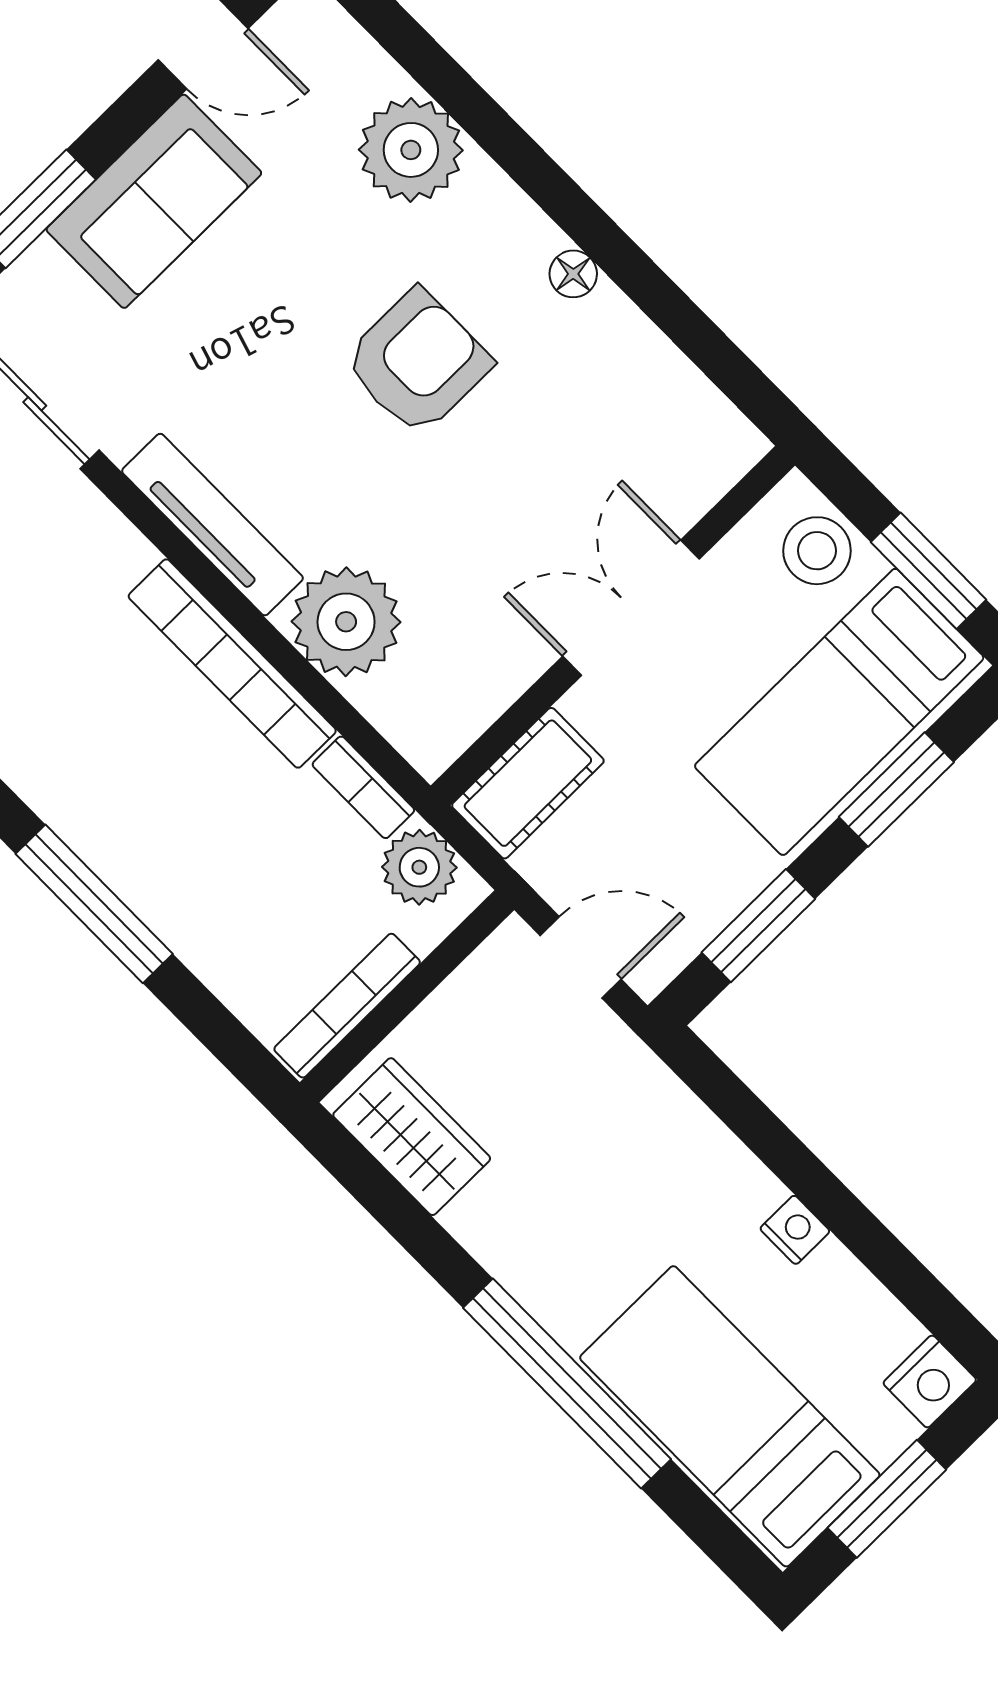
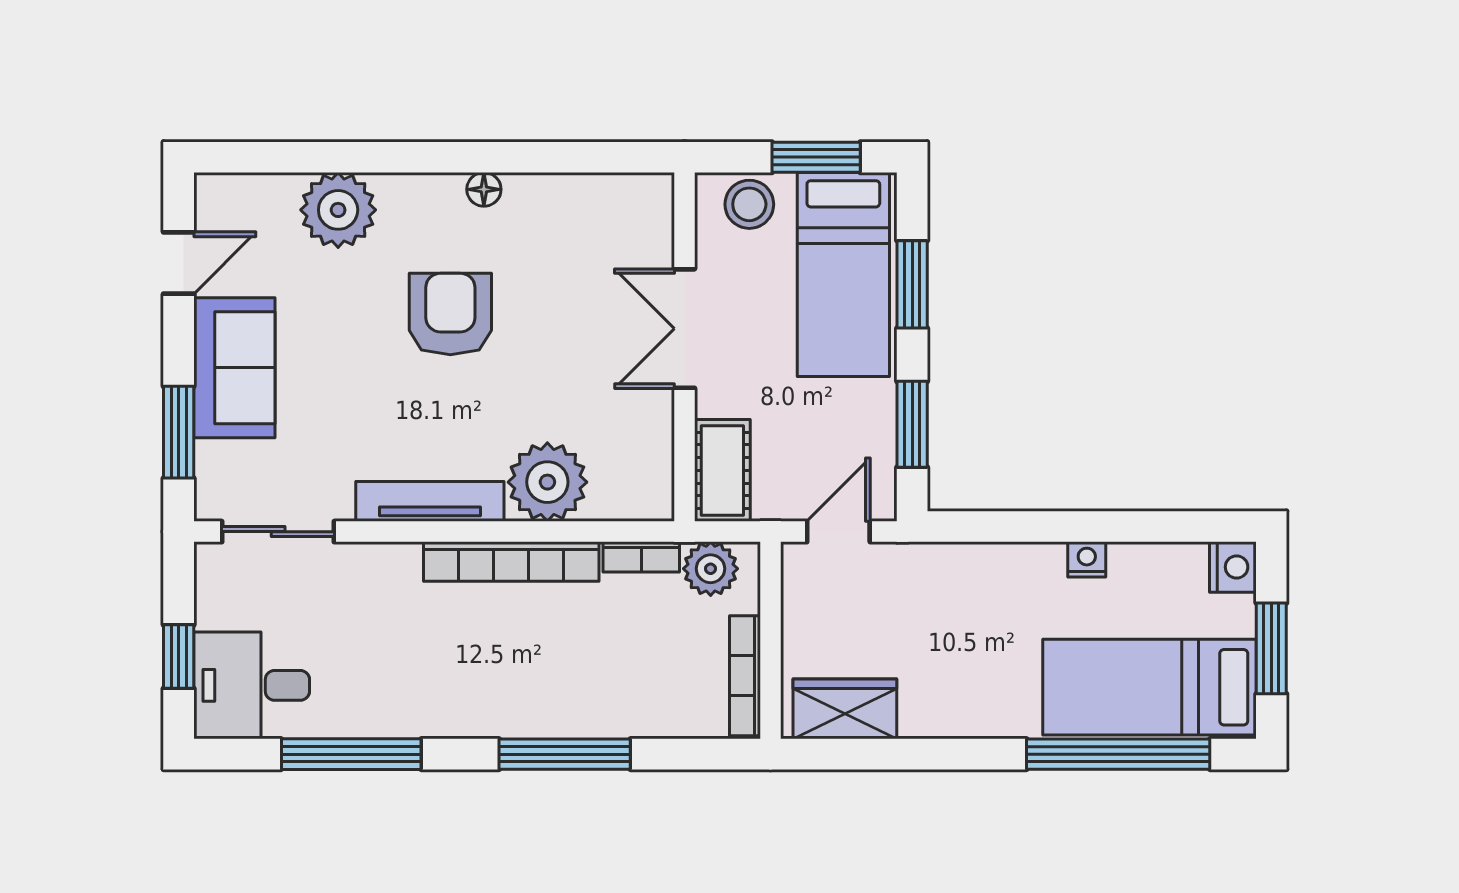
window: (567, 1383) -> (1118, 754), moved

